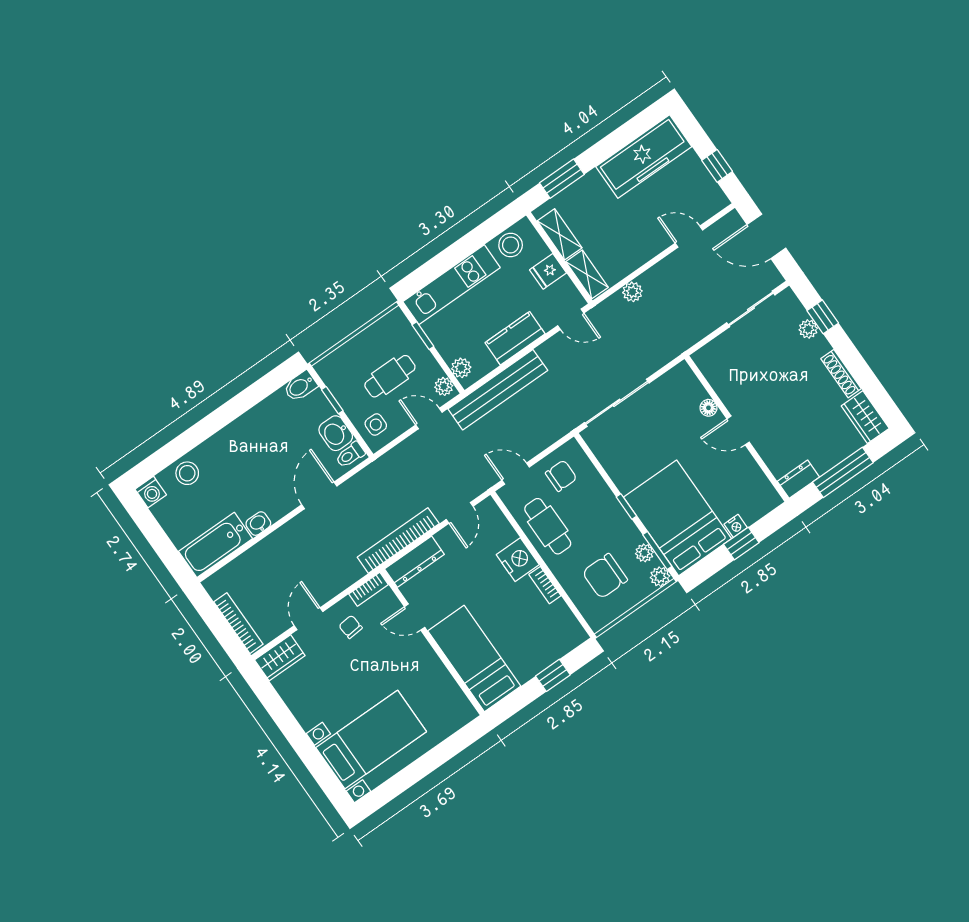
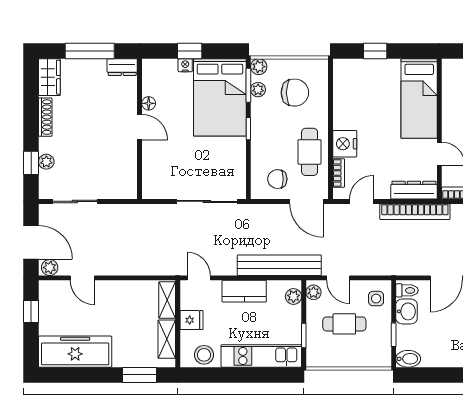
plant: (632, 292) -> (50, 268), moved
floor lamp: (708, 408) -> (149, 103), moved
door: (516, 474) -> (306, 201), width x1.38
bookcase: (545, 585) -> (339, 173), moved

